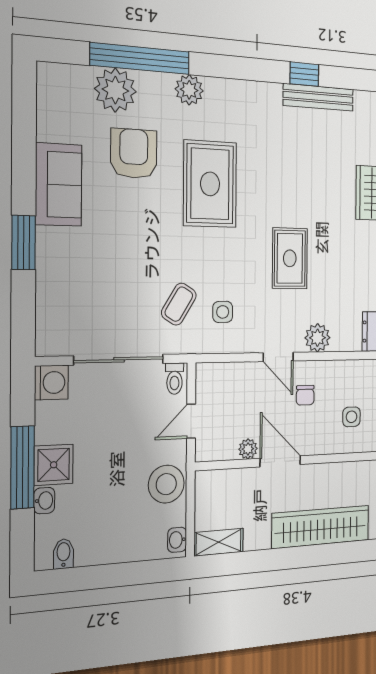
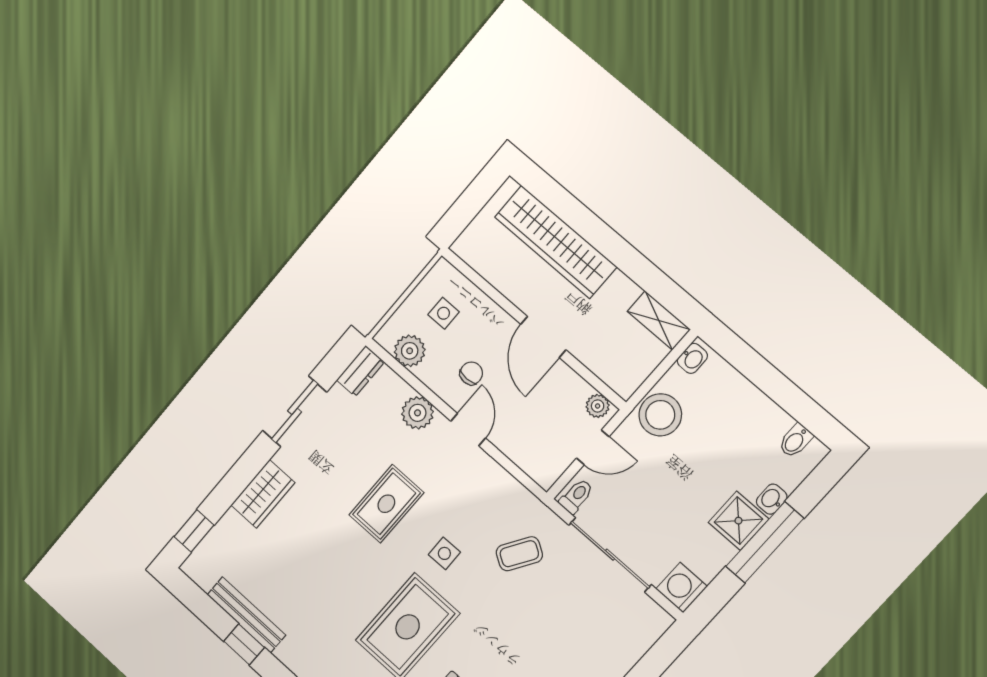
side table: (223, 312) -> (444, 553), moved
plant: (353, 373) -> (410, 351), added
plant: (248, 449) -> (598, 406), moved

